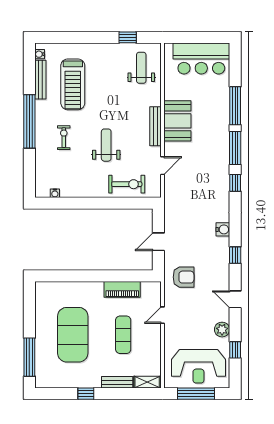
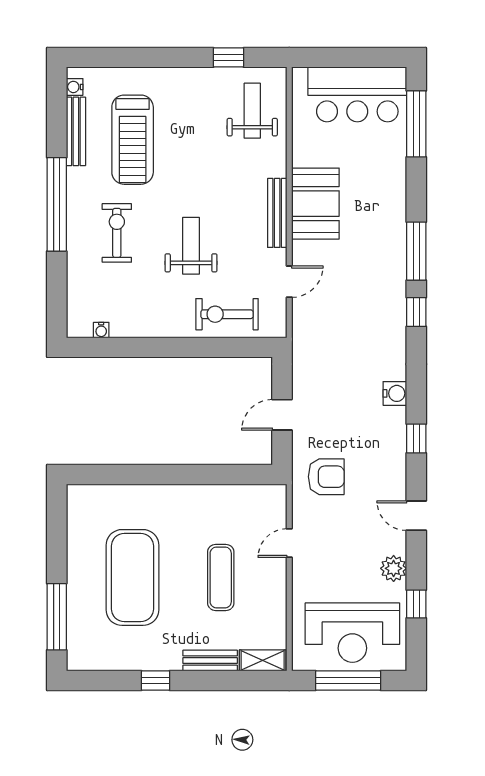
window: (235, 106) -> (416, 124), moved
exercise bike: (64, 138) -> (117, 233), width x1.38, depth x1.39
exercise bike: (127, 184) -> (227, 314), turned 180
piano: (122, 289) -> (219, 498), removed

